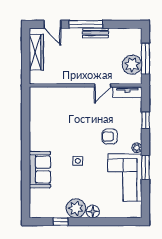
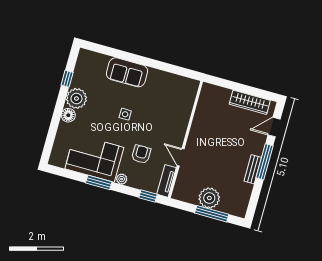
wall: (86, 85) -> (186, 139), moved
door: (103, 85) -> (181, 157), moved
tv unit: (127, 92) -> (167, 181), moved

